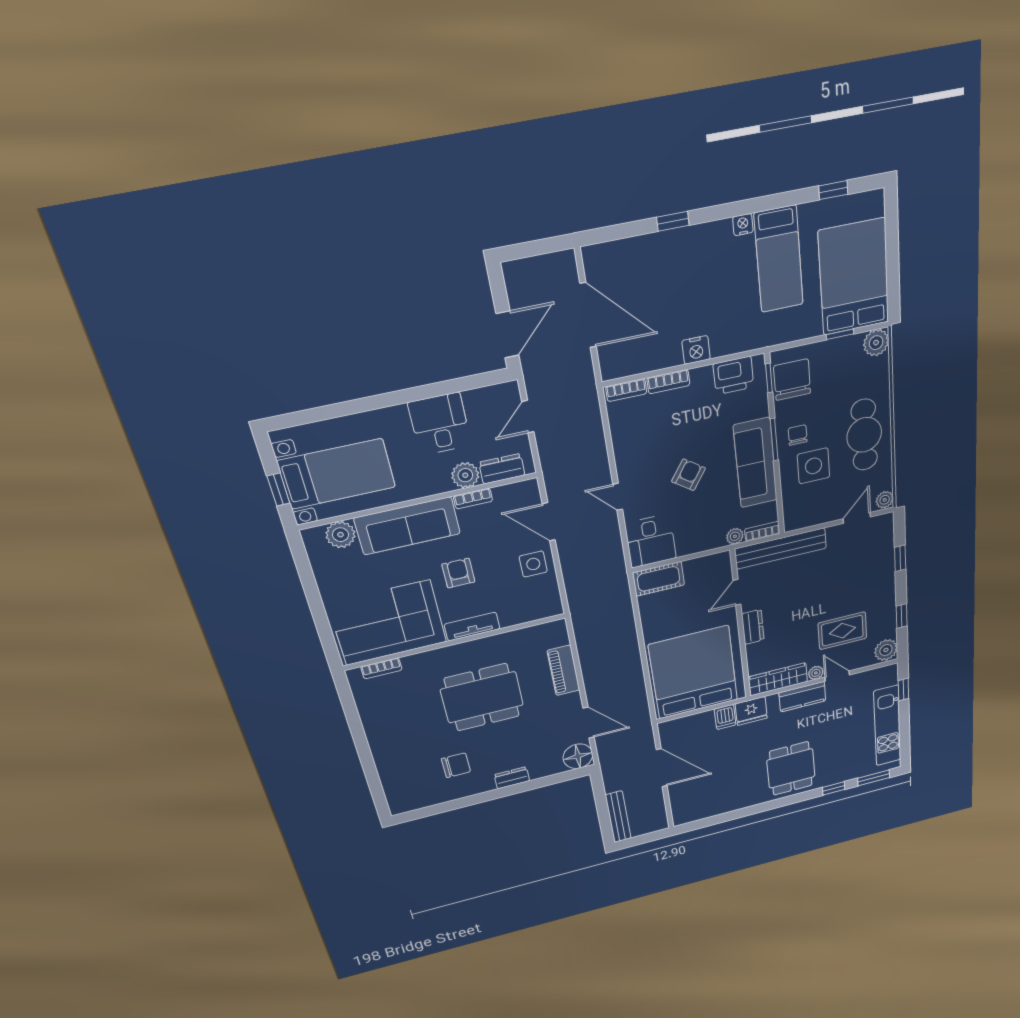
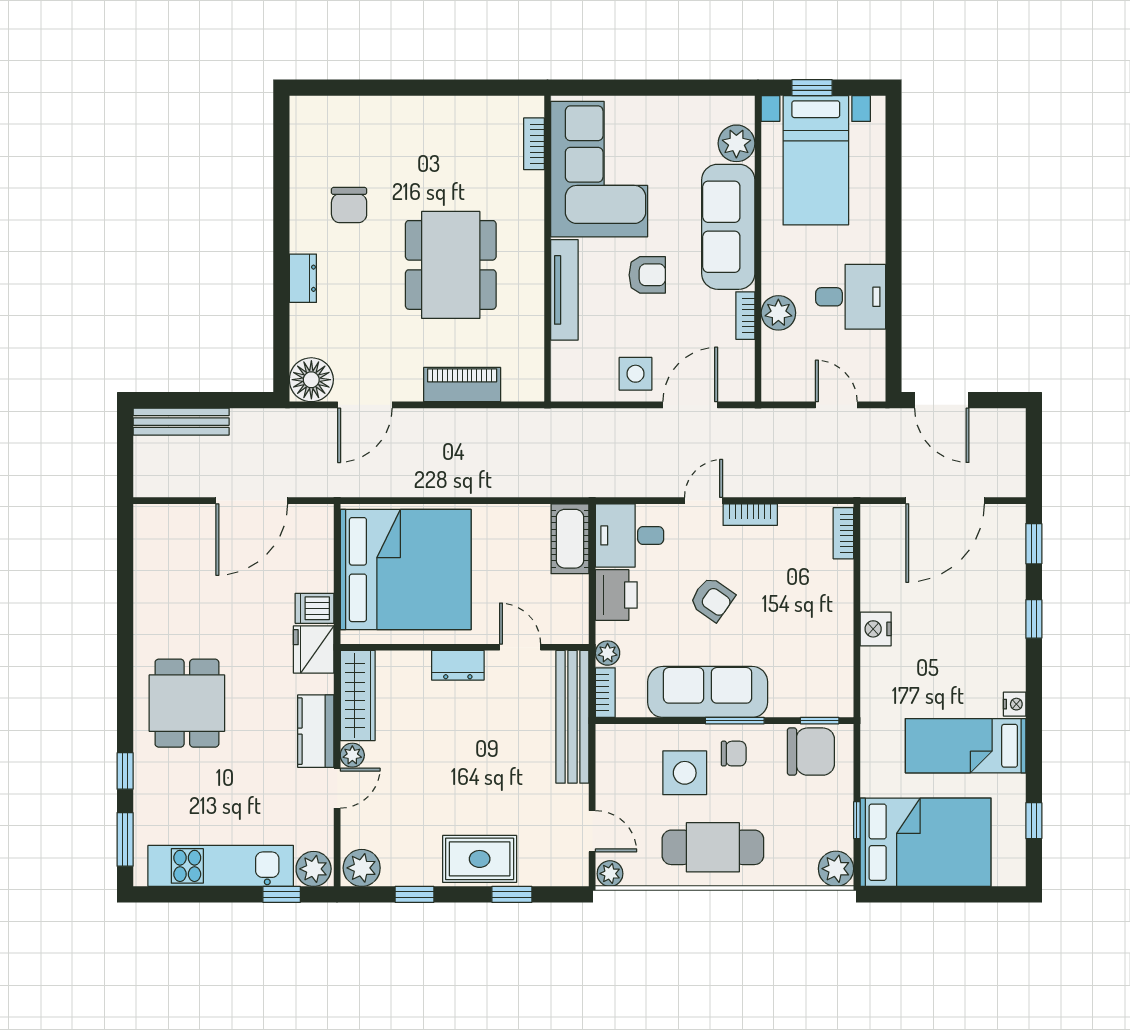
window: (611, 233) -> (1034, 544), added
printer: (733, 376) -> (616, 595), moved, turned 180
bookcase: (668, 382) -> (750, 515), moved, turned -90
dresser: (502, 469) -> (776, 360), removed
tv unit: (472, 627) -> (564, 290), width x1.41
rug: (842, 631) -> (480, 859), moved, turned 90
plant: (887, 676) -> (314, 869), added
dining table: (791, 768) -> (187, 703), turned 90

